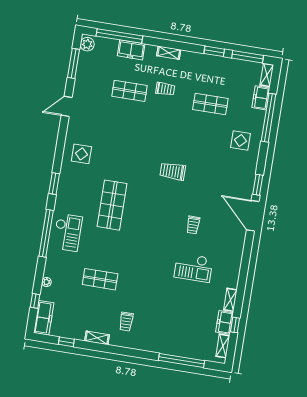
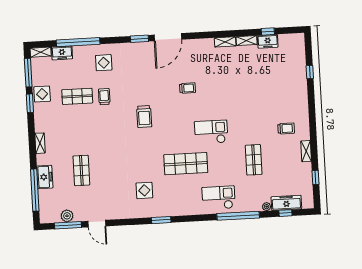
plant: (87, 44) -> (67, 216), moved
display table: (221, 67) -> (42, 94), added
trolley: (165, 89) -> (104, 97), moved
shop shelf: (210, 104) -> (77, 96), turned 90
door: (67, 106) -> (97, 224), moved
display table: (81, 154) -> (144, 190), moved
window: (54, 184) -> (161, 220), moved
window: (46, 233) -> (238, 216), moved
checkout: (194, 268) -> (211, 132), moved, turned -90
freezer: (44, 318) -> (286, 203), moved
shelving: (223, 346) -> (225, 42), moved
window: (182, 360) -> (310, 72), width x0.32

